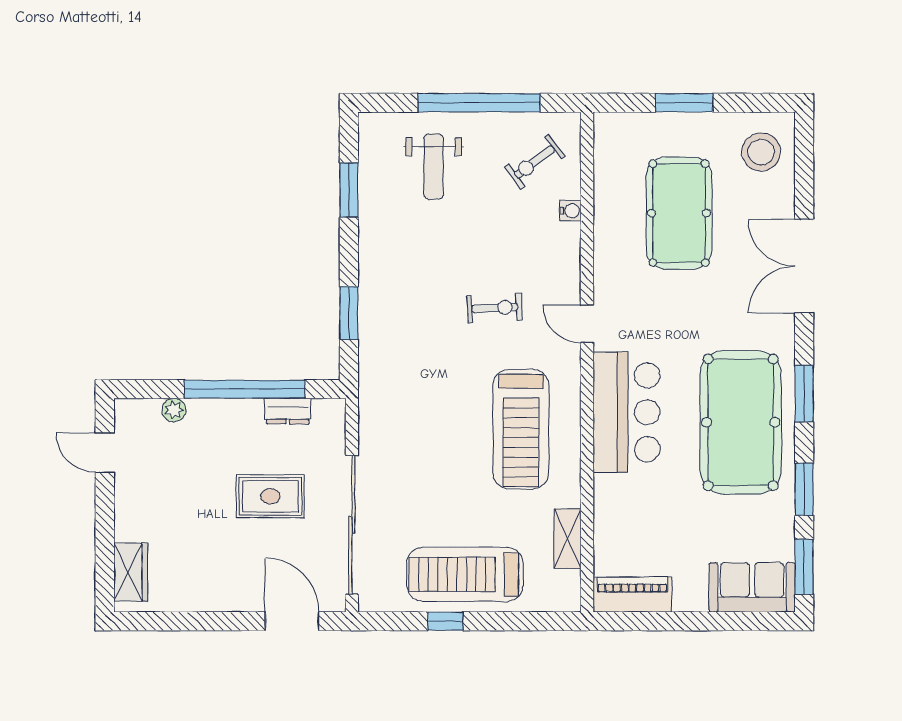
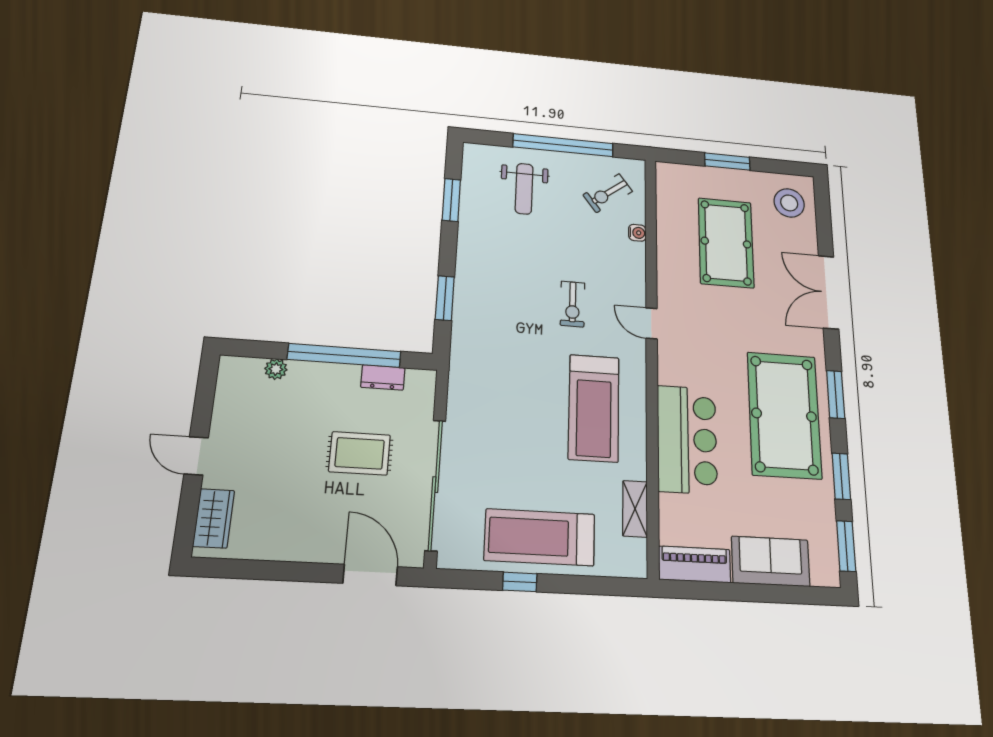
exercise bike: (495, 308) -> (573, 304), turned 93
bar counter: (627, 412) -> (687, 439), moved
door: (105, 453) -> (196, 456), moved
sofa: (752, 587) -> (771, 561), moved

